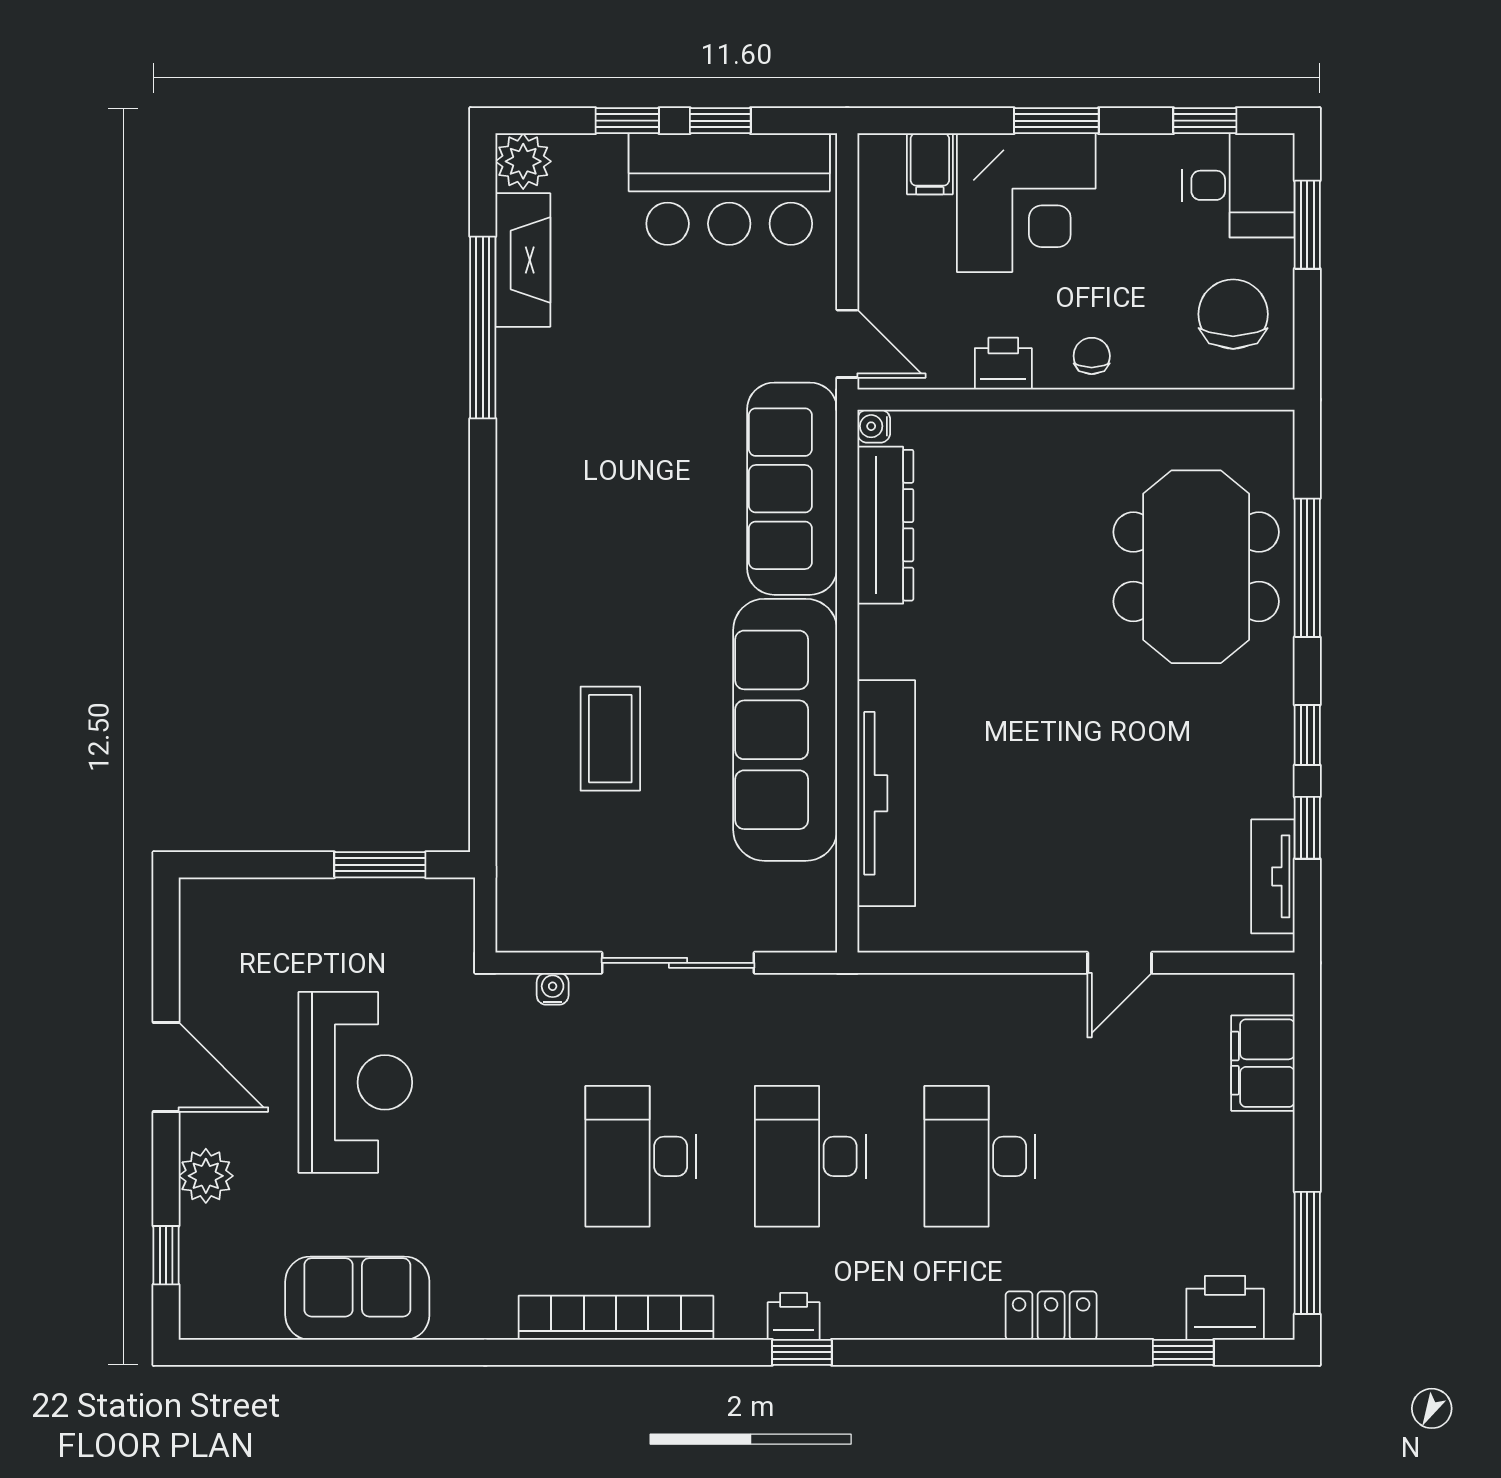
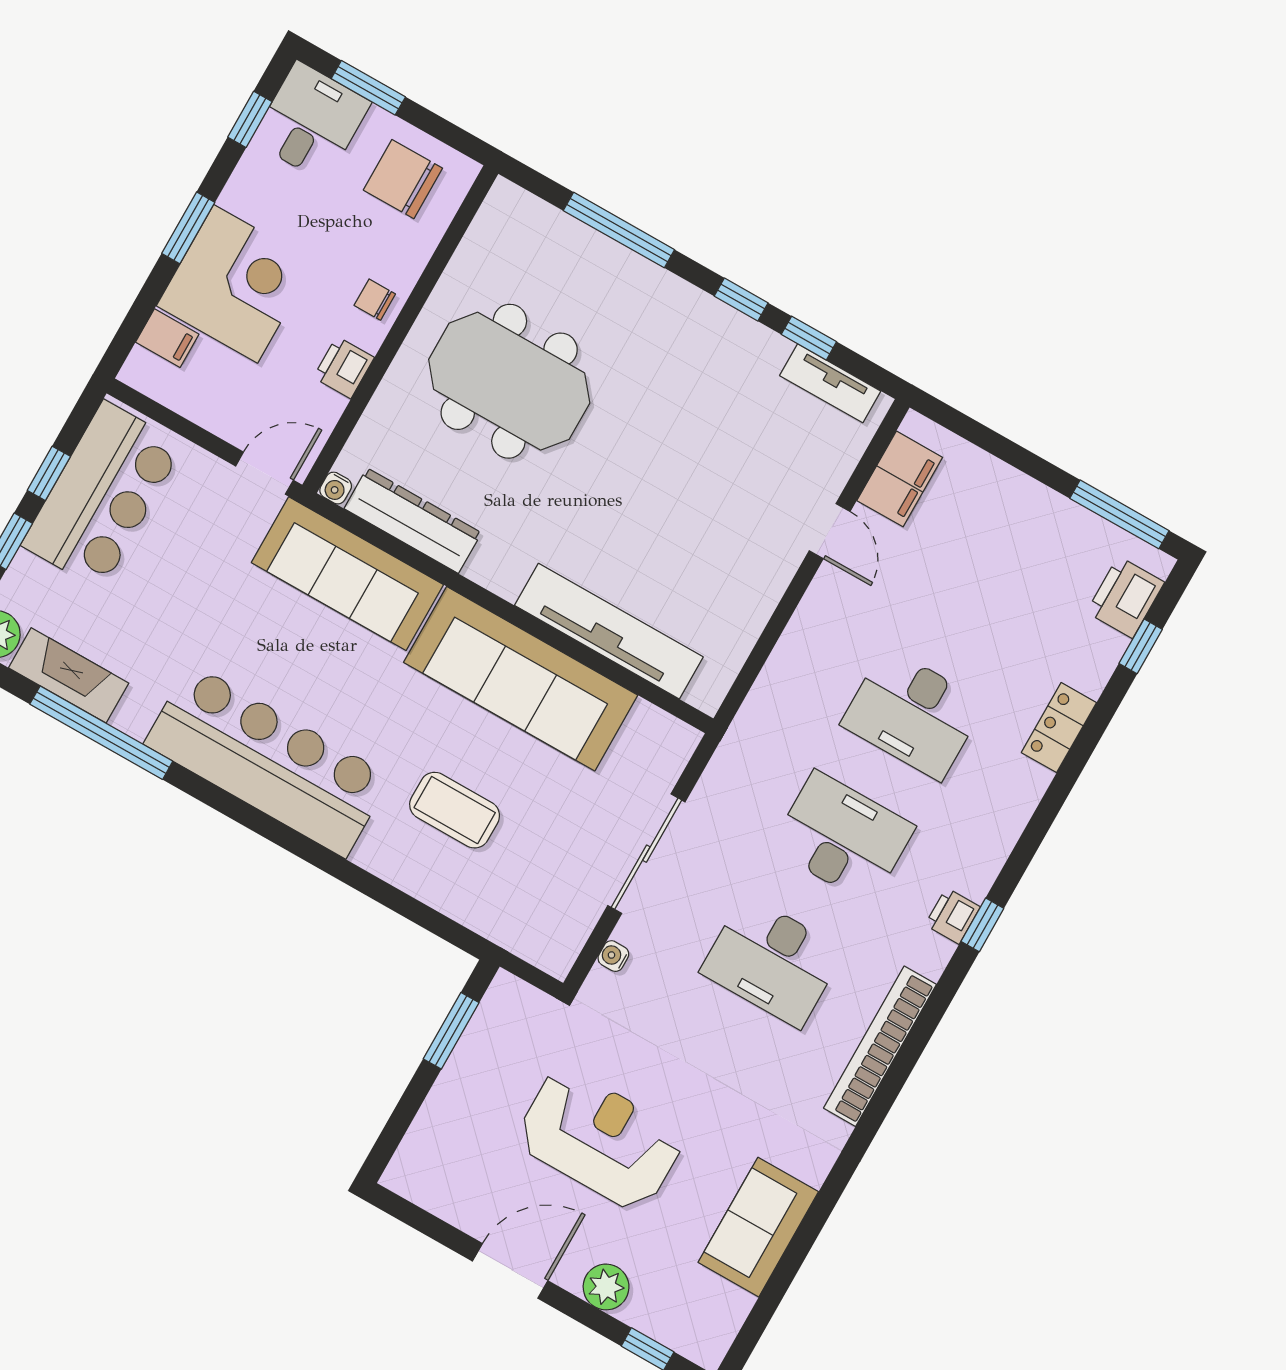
bar counter: (552, 516) -> (268, 760), added
meeting table: (1196, 567) -> (509, 381), moved
filing cabinet: (1263, 1063) -> (900, 479), moved, turned -90
desk: (810, 1156) -> (843, 837), turned 180

